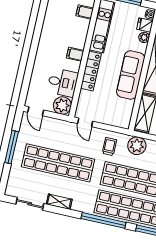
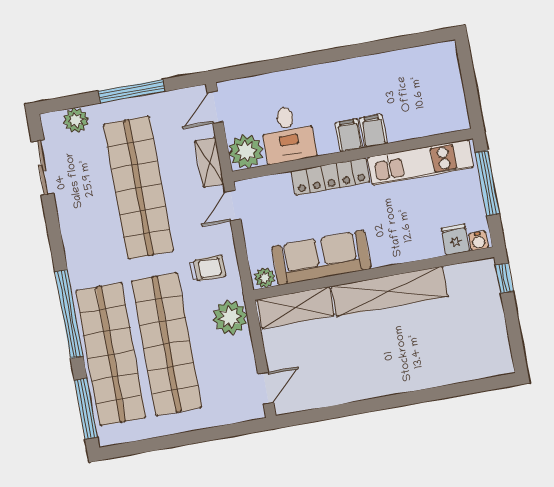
filing cabinet: (85, 12) -> (373, 131), moved
plant: (144, 37) -> (265, 278), moved
sofa: (131, 75) -> (321, 258), moved
plant: (14, 179) -> (76, 120), added
shelving: (59, 202) -> (209, 162), moved

